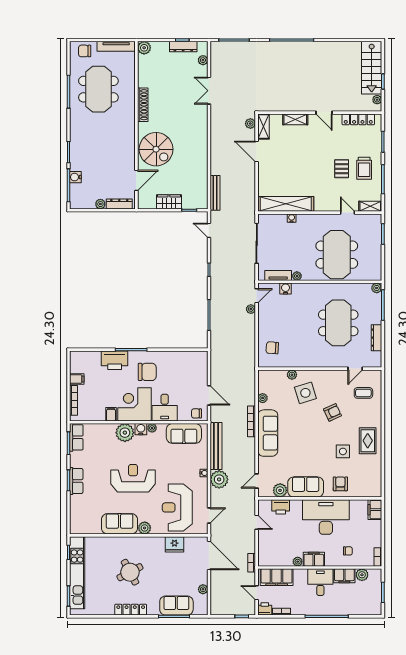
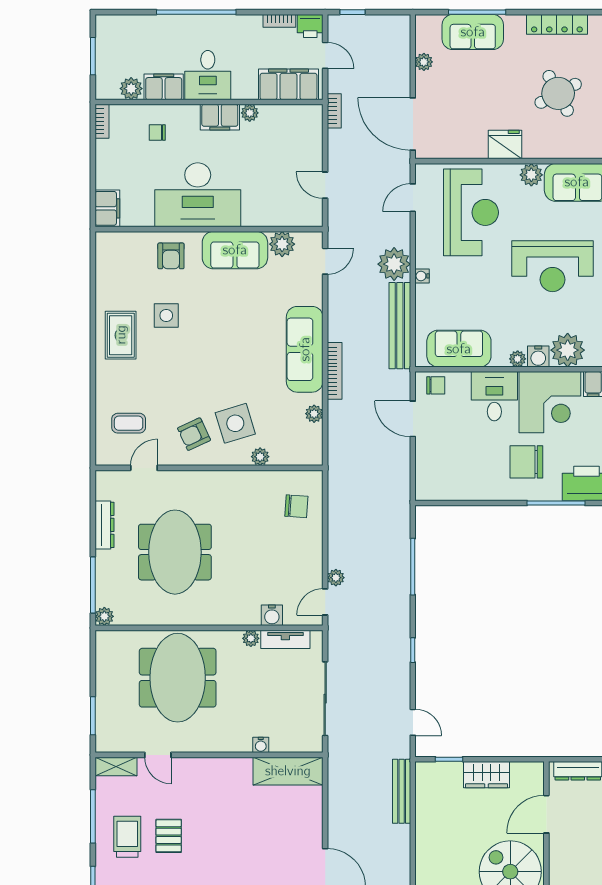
shelving: (286, 204) -> (288, 771), width x0.68
armchair: (332, 412) -> (194, 434), moved
printer: (281, 507) -> (281, 214), removed
fridge: (174, 544) -> (505, 145), moved

